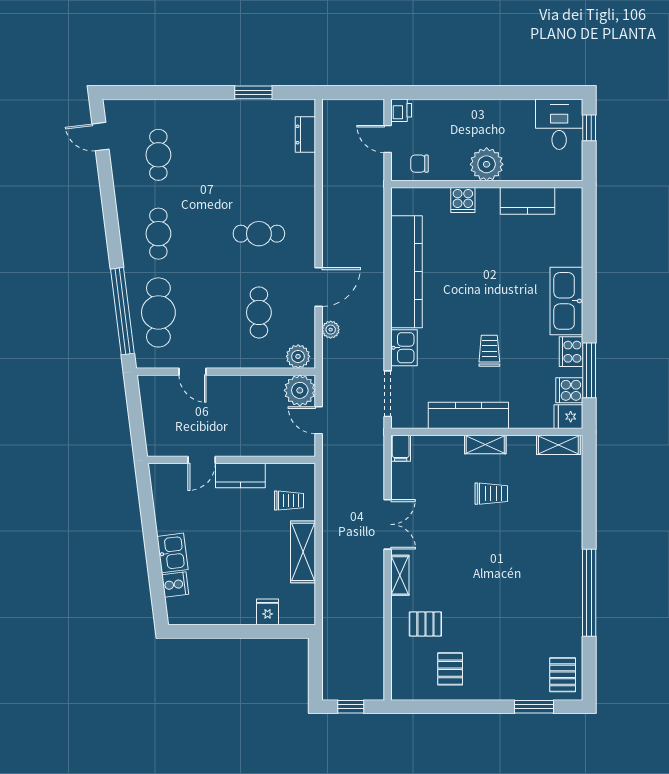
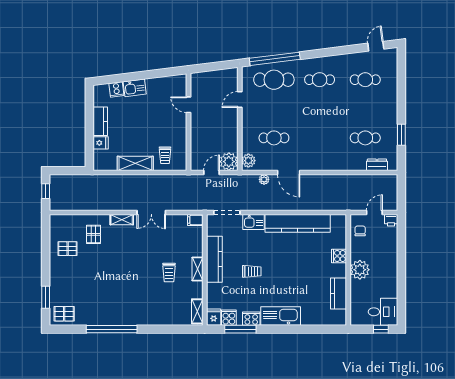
cafe table: (259, 234) -> (365, 138), moved, turned 90
kitchen counter: (240, 476) -> (100, 121), moved, turned 180

